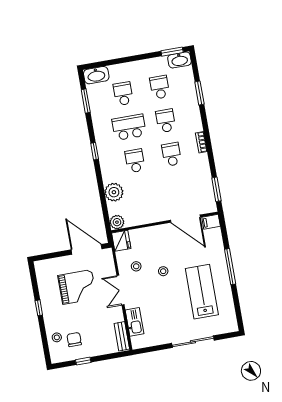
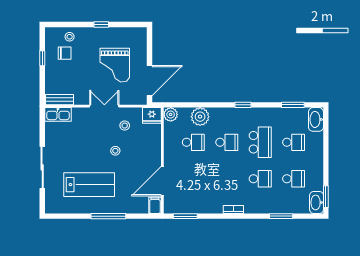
school desk: (172, 154) -> (193, 142), moved
kitchen sink: (135, 322) -> (58, 114), moved

